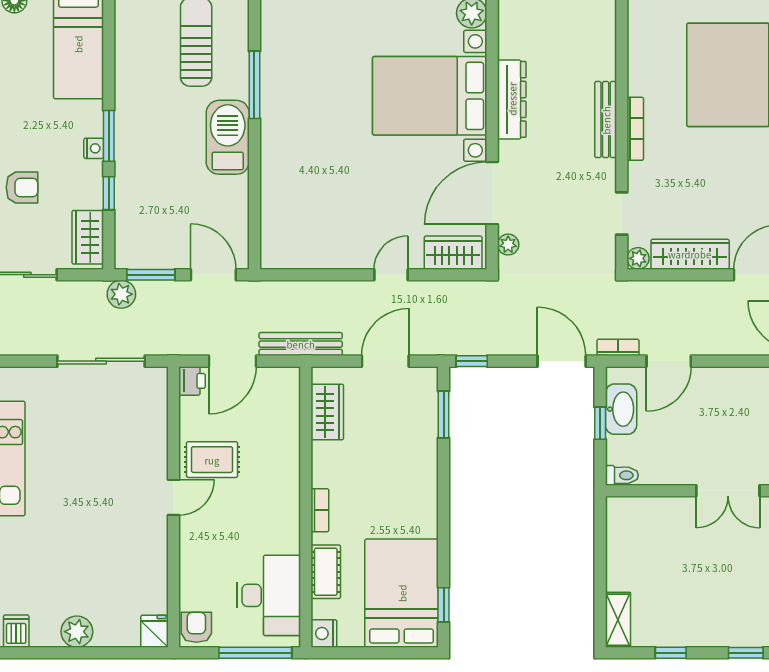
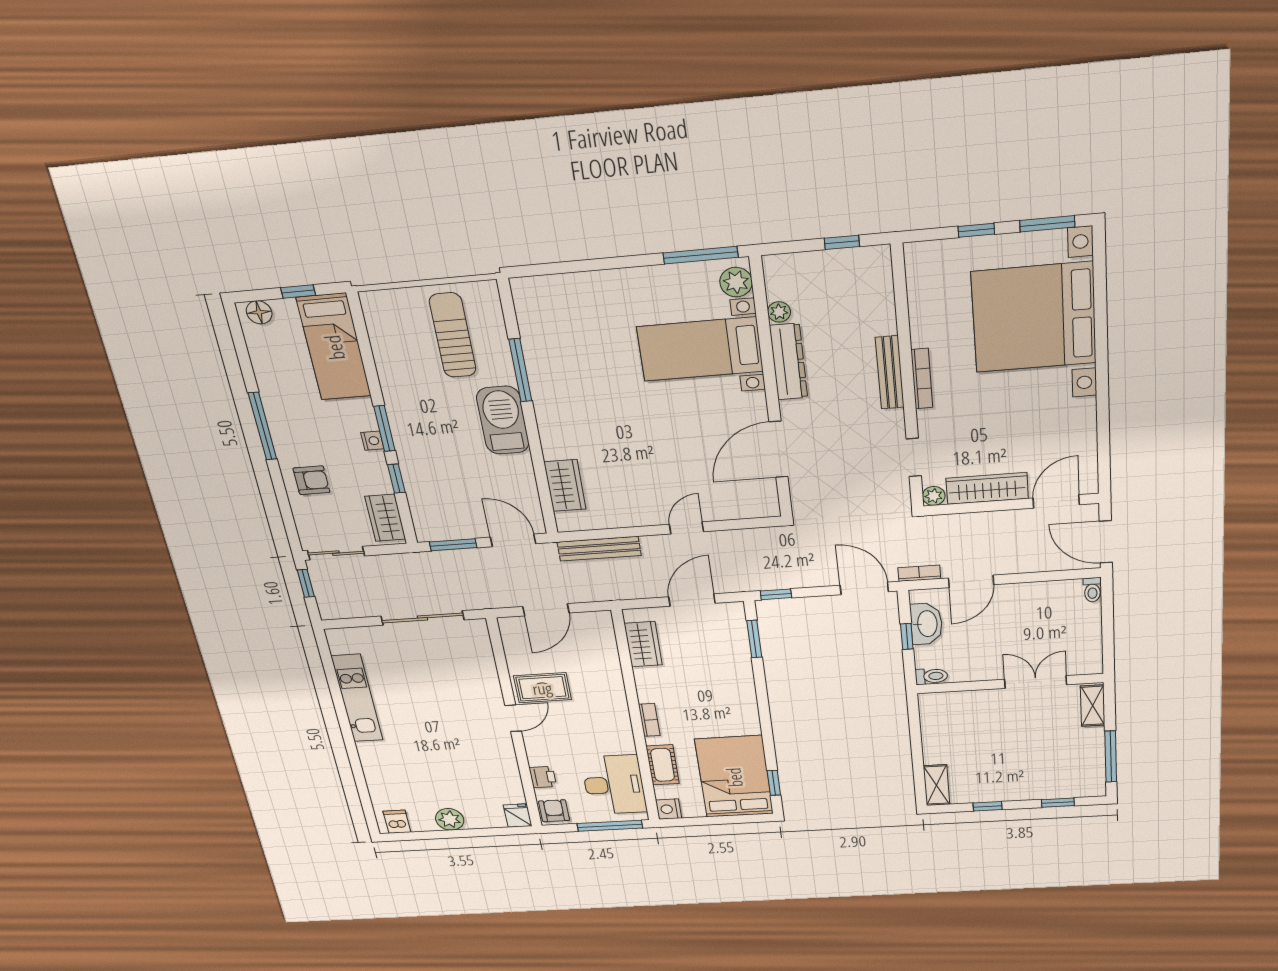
bed with nightstands: (430, 96) -> (700, 349), width x0.73
plant: (508, 245) -> (779, 312), moved
wardrobe: (453, 253) -> (565, 486), moved, turned 90
plant: (121, 294) -> (429, 563), removed
bench: (301, 344) -> (599, 549), moved
printer: (192, 381) -> (543, 777), moved
double door: (728, 491) -> (1036, 682), swing flipped

